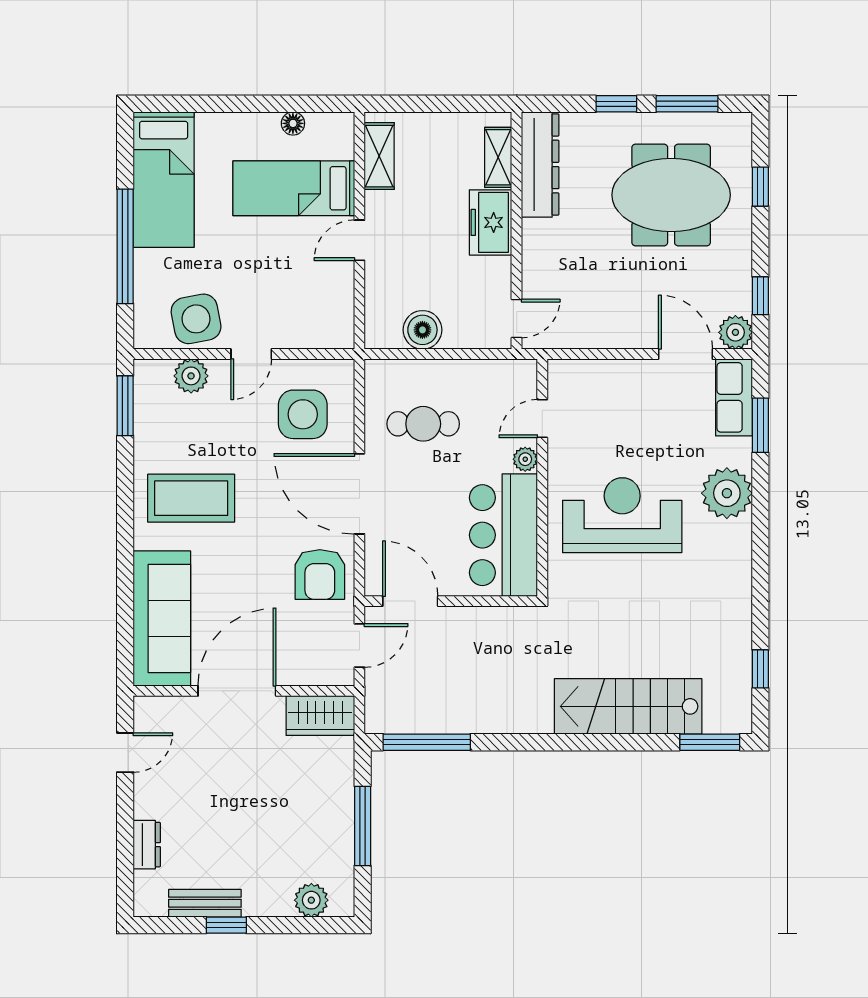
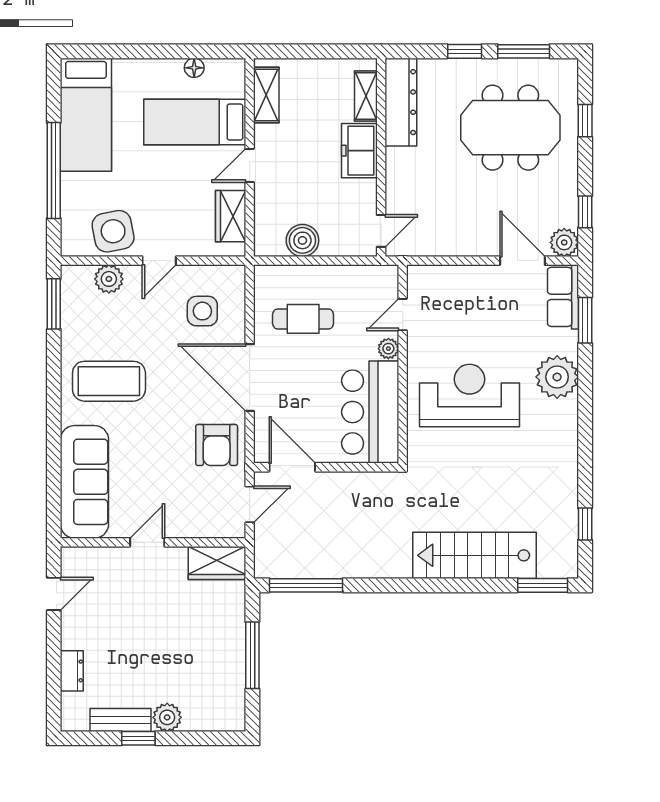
wardrobe: (337, 301) -> (231, 216), added
side table: (303, 414) -> (202, 311), width x0.73, depth x0.73
door: (237, 691) -> (147, 542), width x0.53
plant: (311, 900) -> (167, 717), moved

